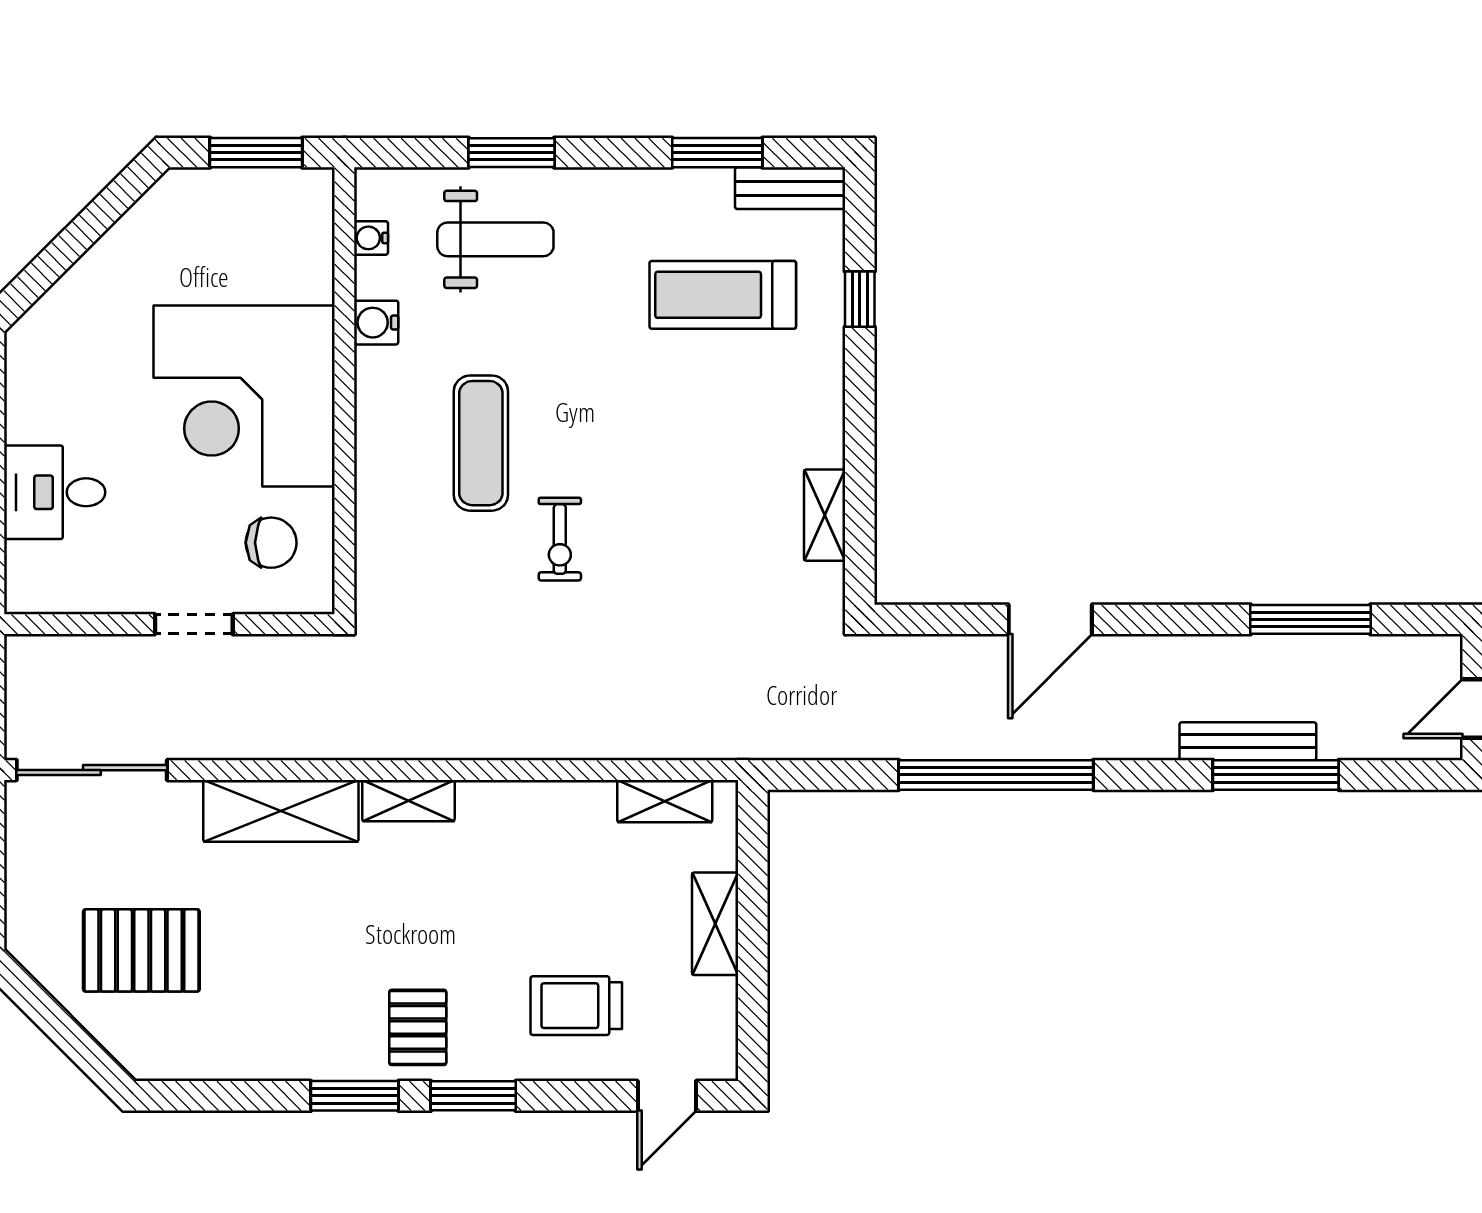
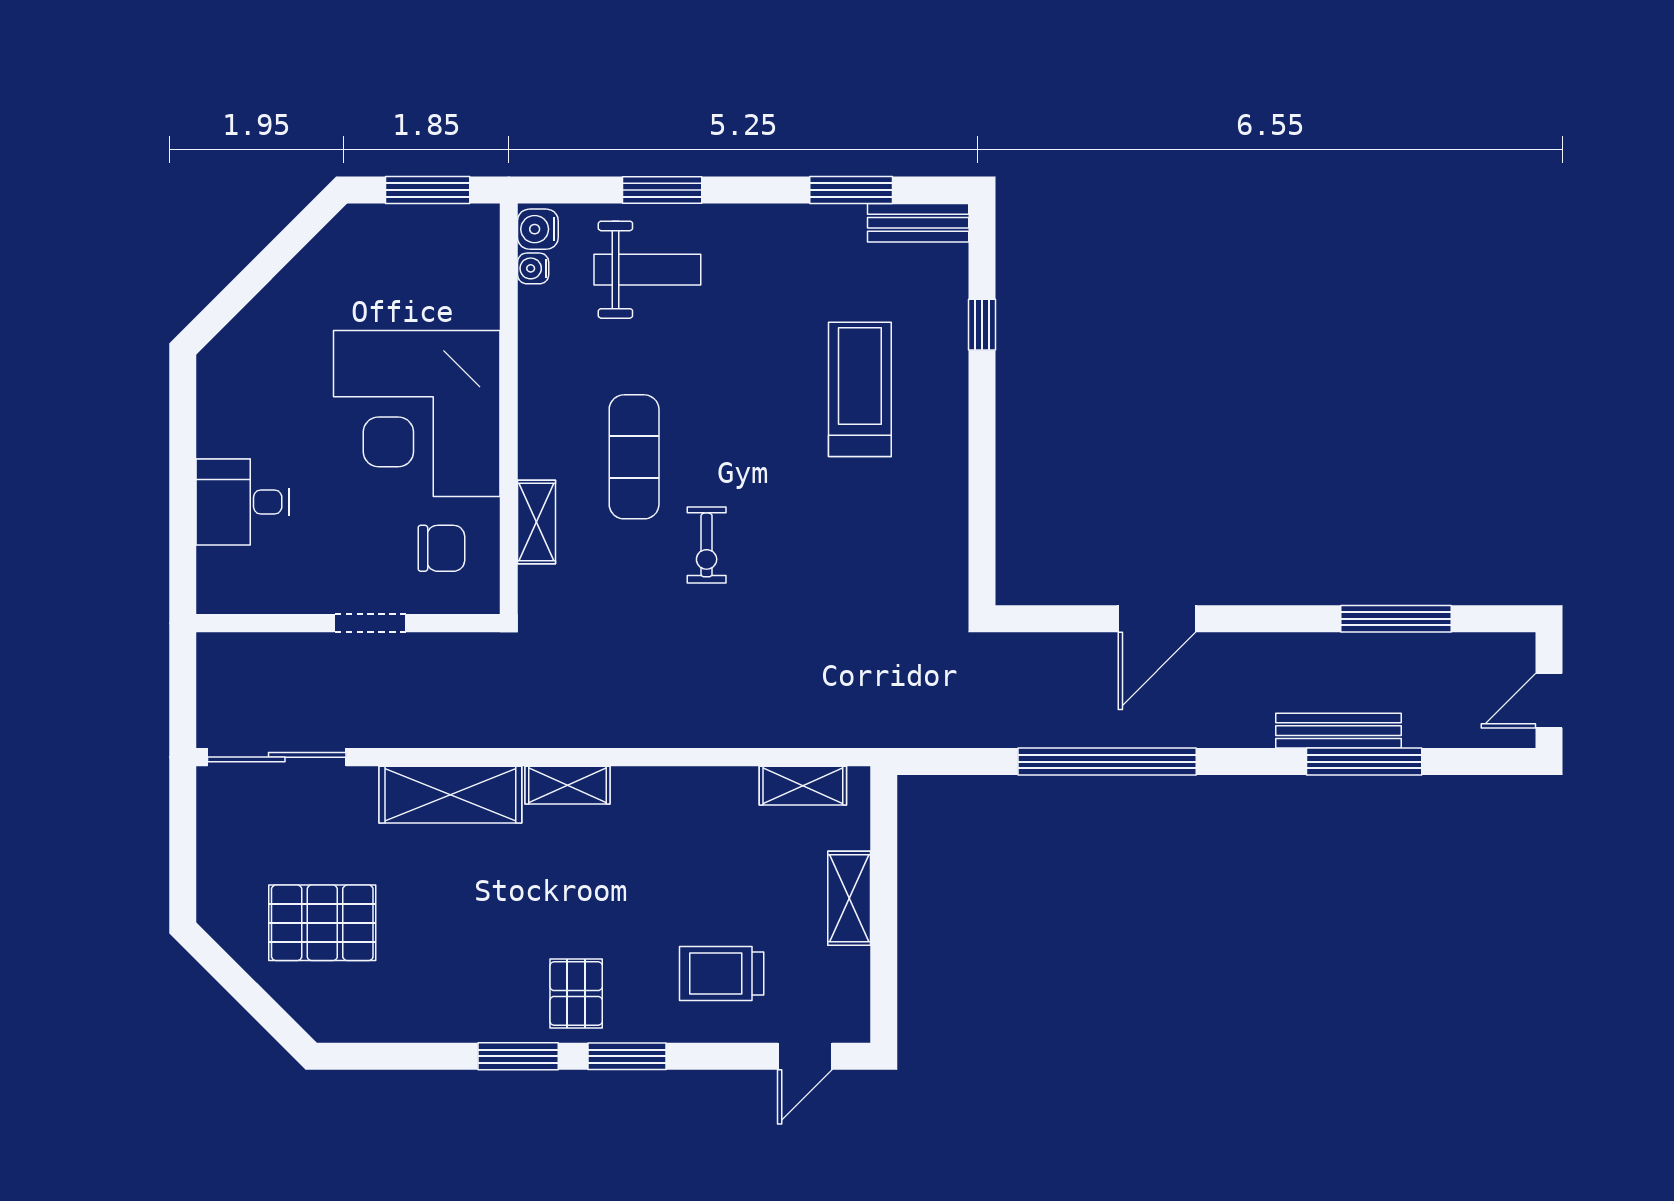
treadmill: (723, 295) -> (860, 389), moved, turned 90
water cooler: (376, 323) -> (538, 229), moved
shelving: (825, 515) -> (537, 522), moved

